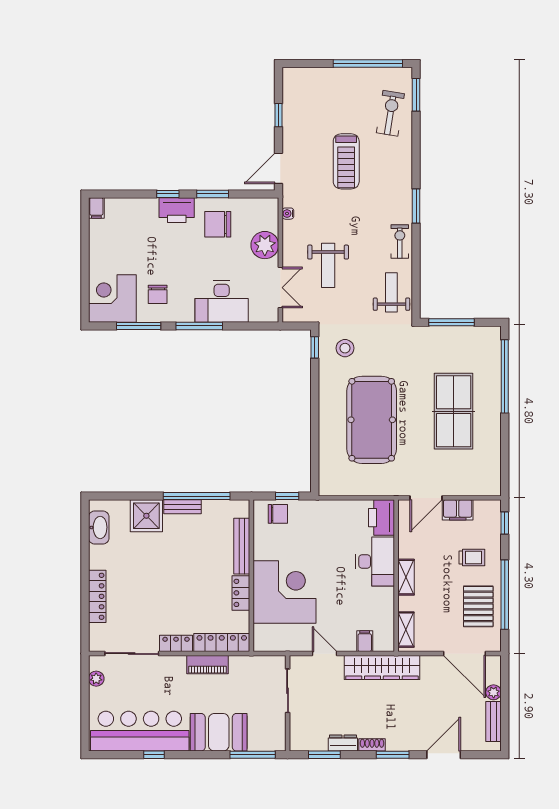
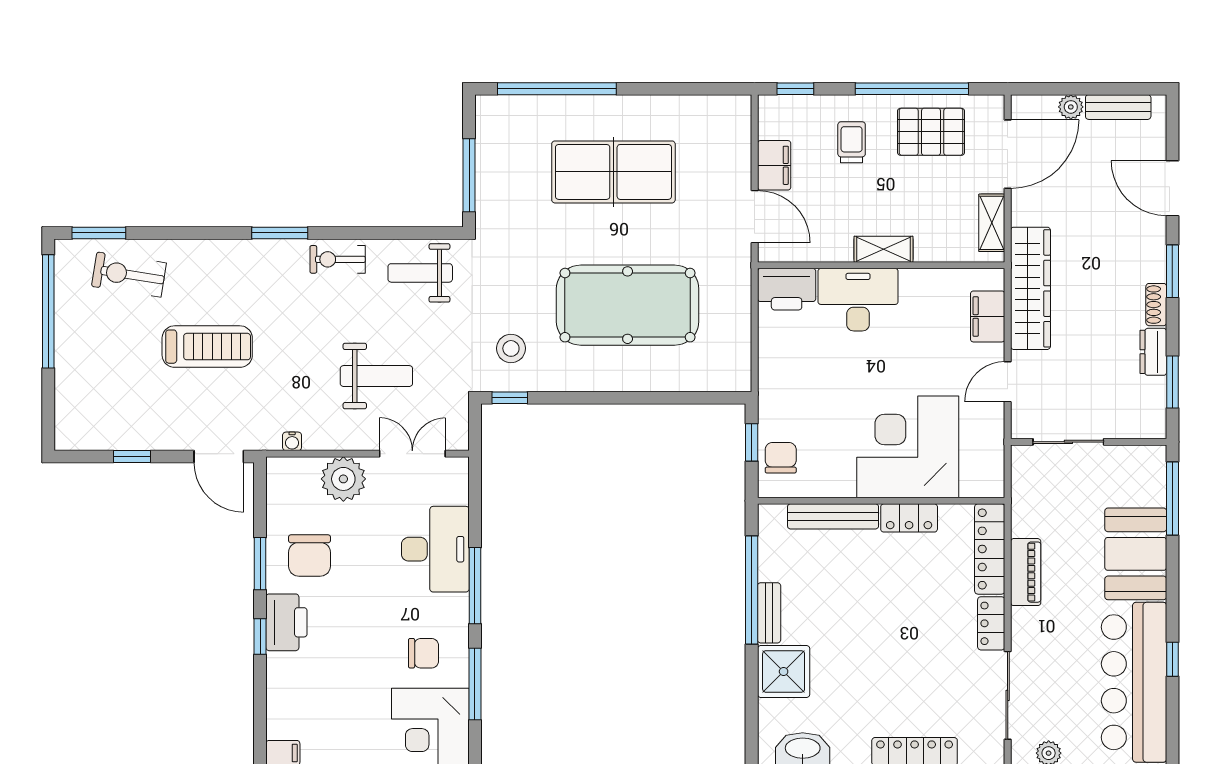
shelving: (406, 630) -> (992, 223), moved, turned 90
filing cabinet: (365, 641) -> (988, 316), width x2.00

